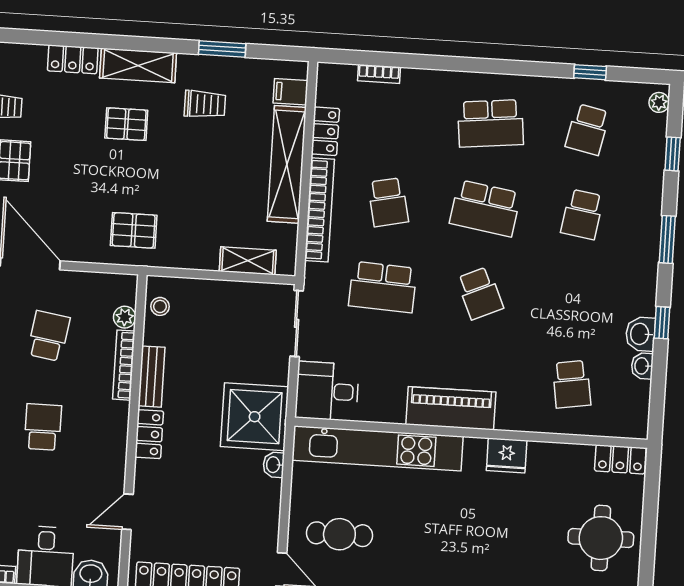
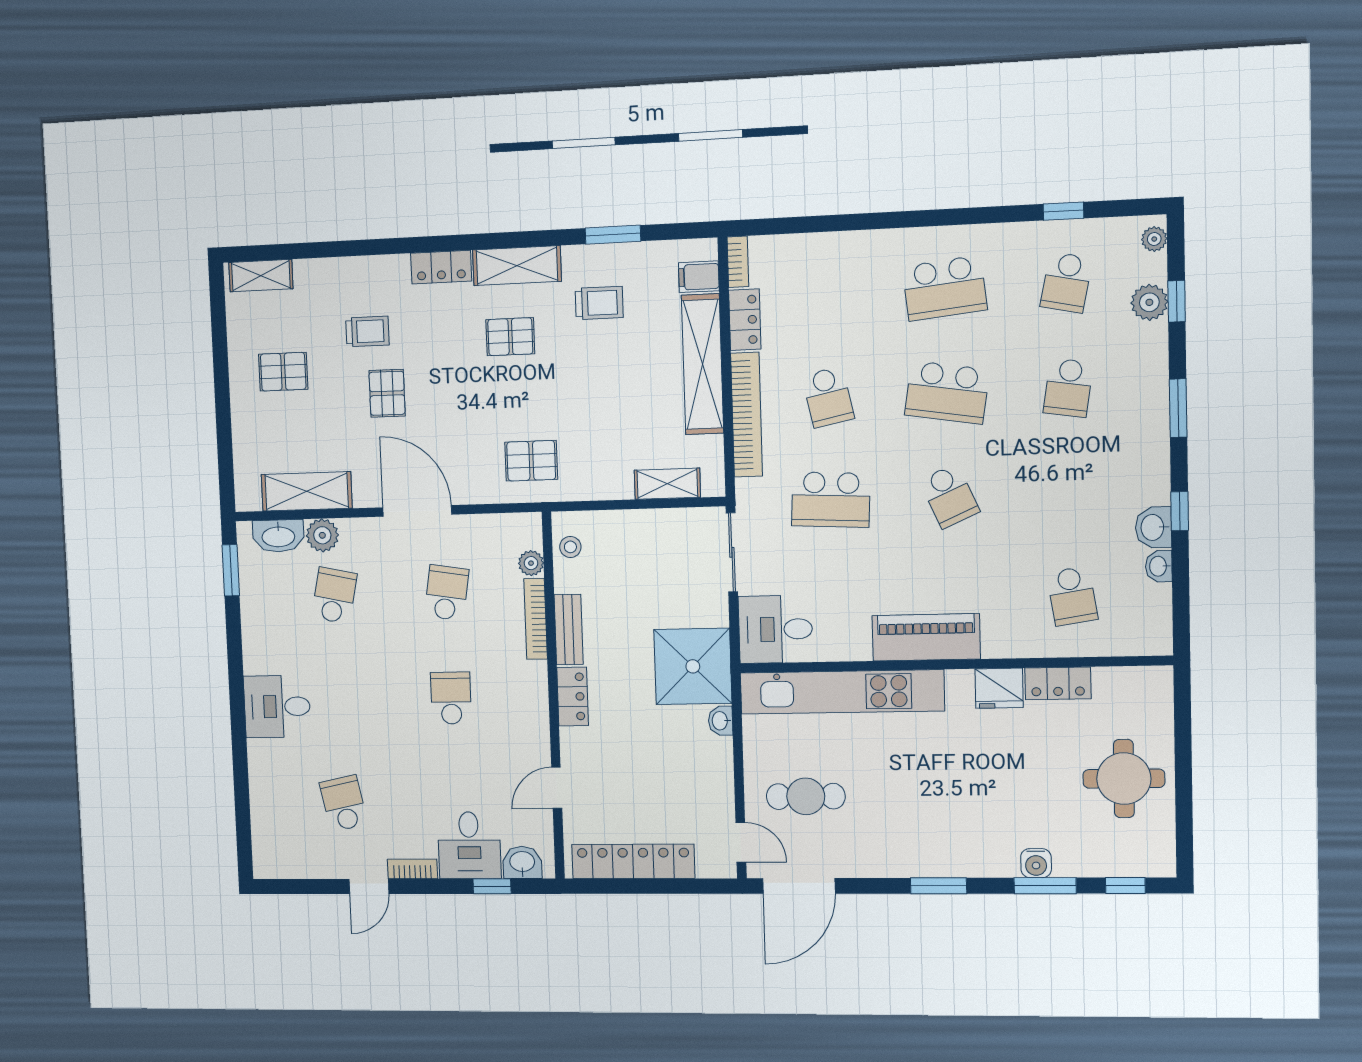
bookcase: (379, 74) -> (738, 262), moved, turned -90
plant: (651, 152) -> (1149, 302), added
locker: (620, 459) -> (1058, 683), moved

